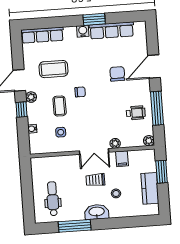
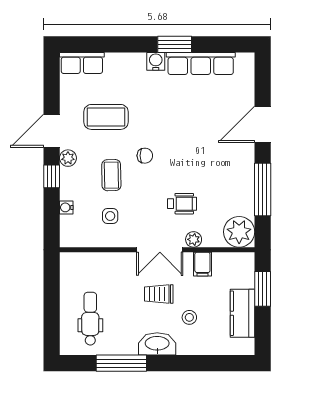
row of seats: (42, 35) -> (82, 63), width x0.68
chair: (117, 74) -> (205, 132), removed
wheelchair: (136, 113) -> (182, 204), moved
plant: (149, 141) -> (239, 232), width x1.87, depth x1.87

